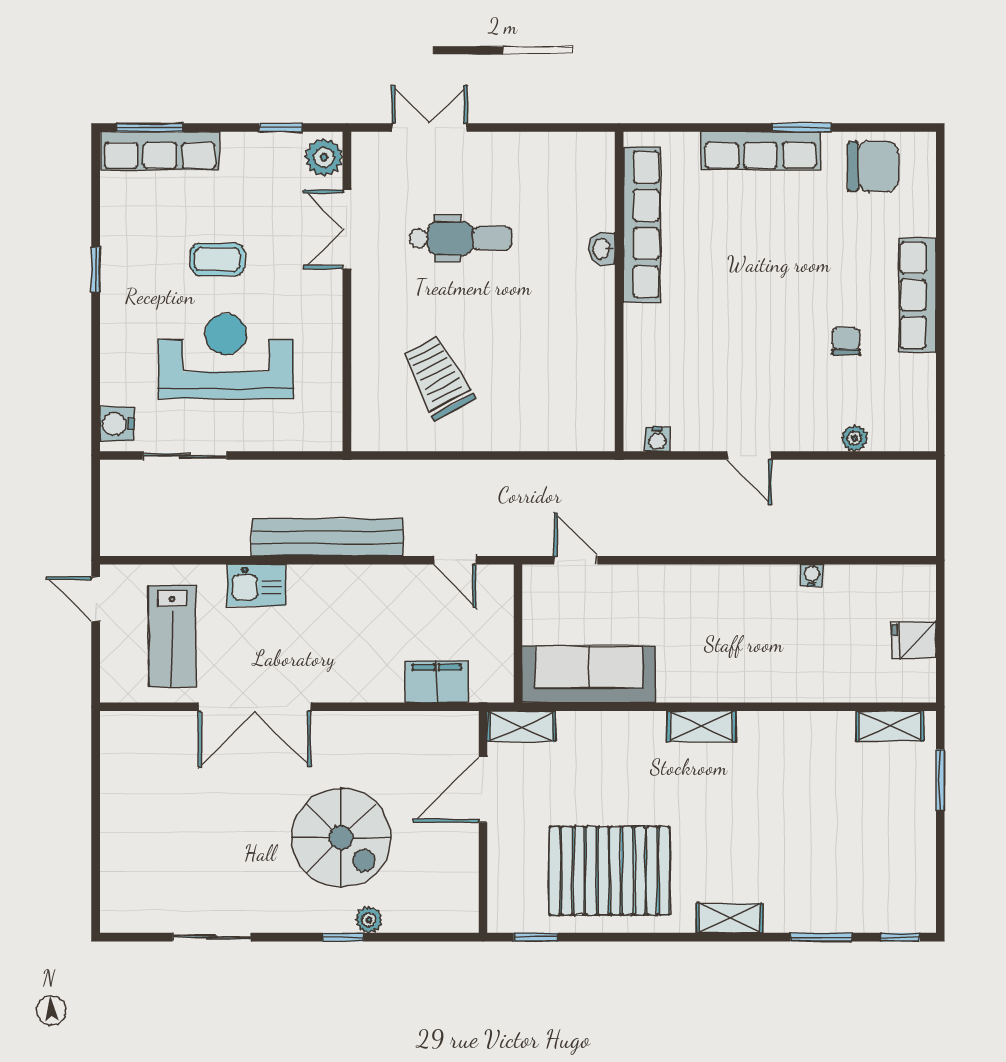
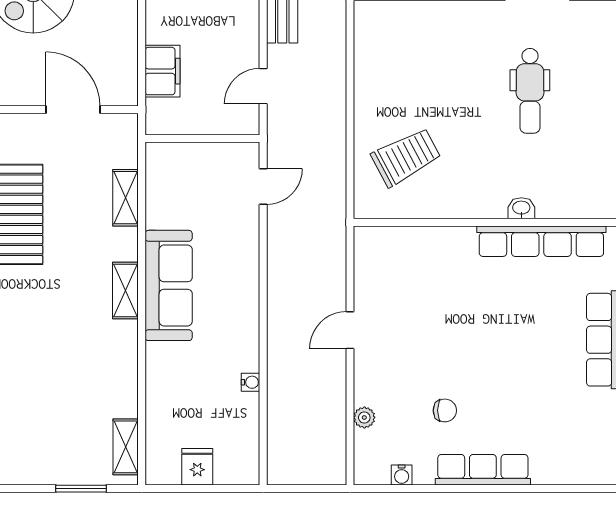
chair: (873, 166) -> (590, 433), removed
trolley: (438, 377) -> (406, 157), moved
water cooler: (657, 439) -> (402, 475), moved, turned -90
sofa: (589, 674) -> (169, 285), moved
shelving: (521, 726) -> (125, 198), moved

